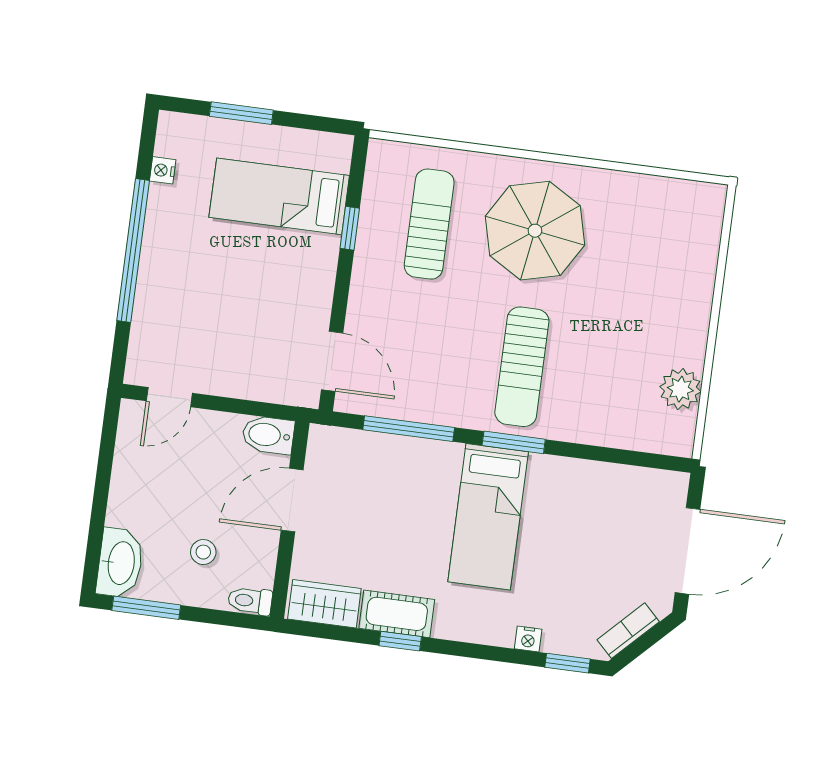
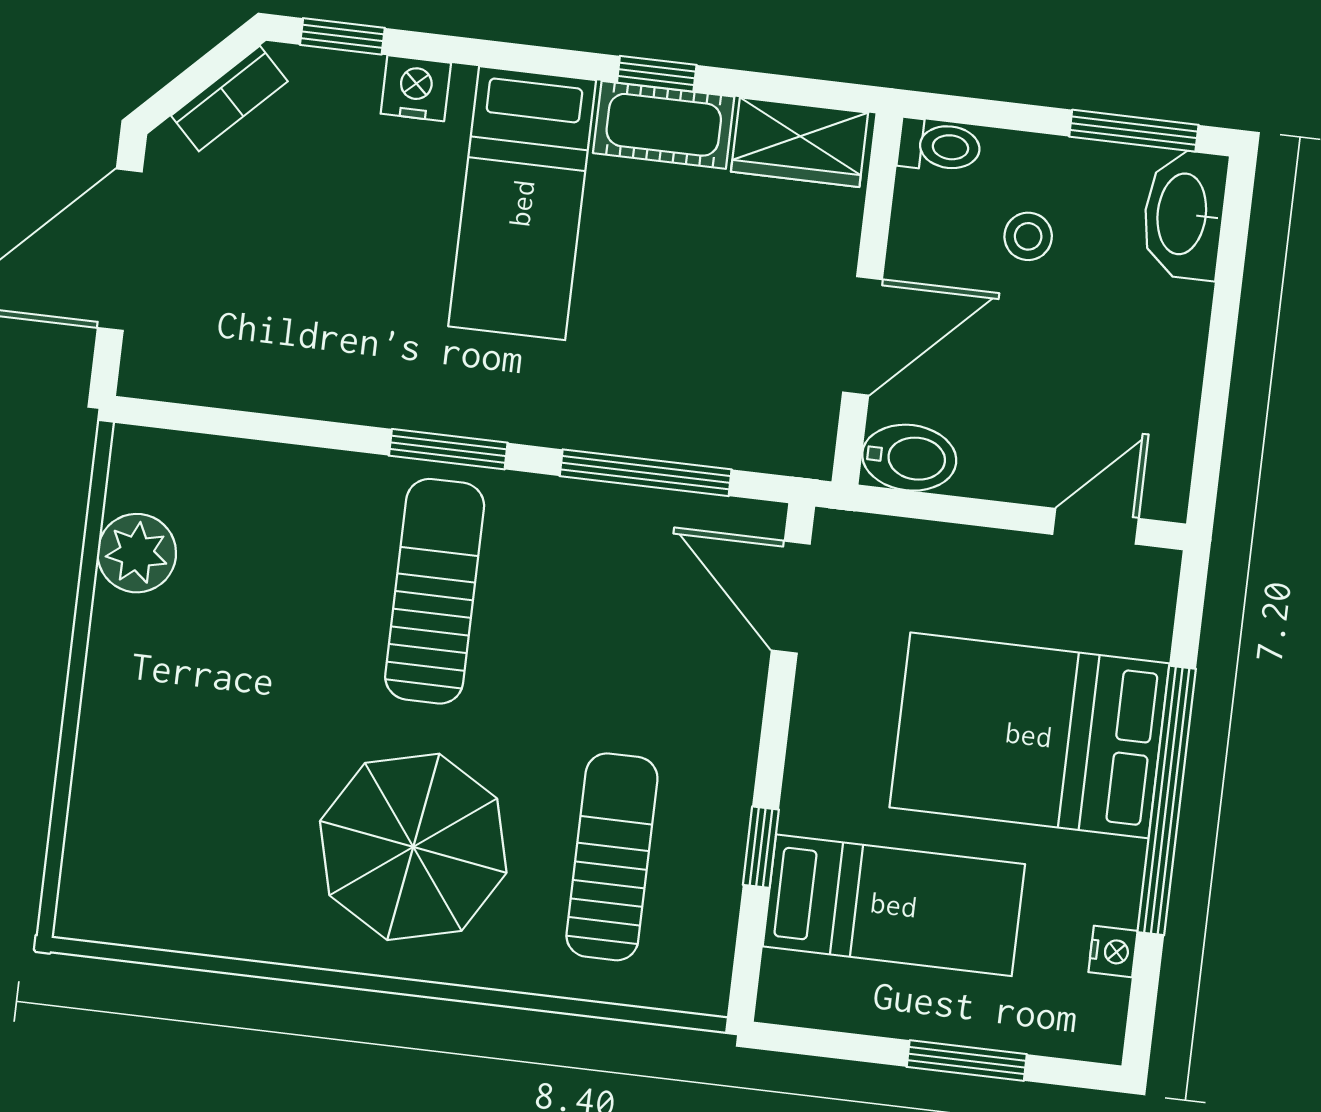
sun lounger: (429, 224) -> (612, 857), turned 180
bed: (206, 286) -> (1029, 735), added
bed: (488, 517) -> (522, 203), moved, turned 180
nightstand: (528, 639) -> (416, 88), width x1.39, depth x1.35

